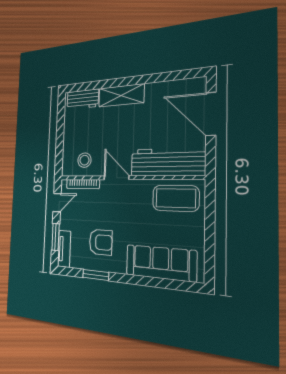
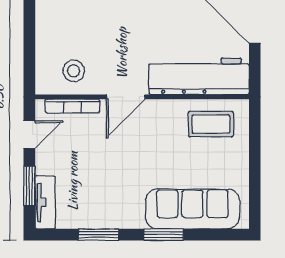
door: (116, 178) -> (126, 97), swing flipped
coffee table: (176, 198) -> (211, 124), width x0.73, depth x0.76
armchair: (101, 242) -> (105, 188), removed
window: (139, 280) -> (164, 235), added

